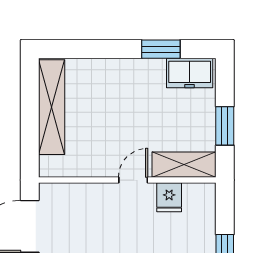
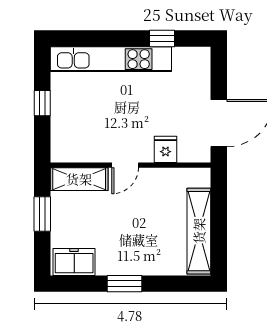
window: (161, 49) -> (125, 284), moved
fridge: (169, 197) -> (166, 149), moved

